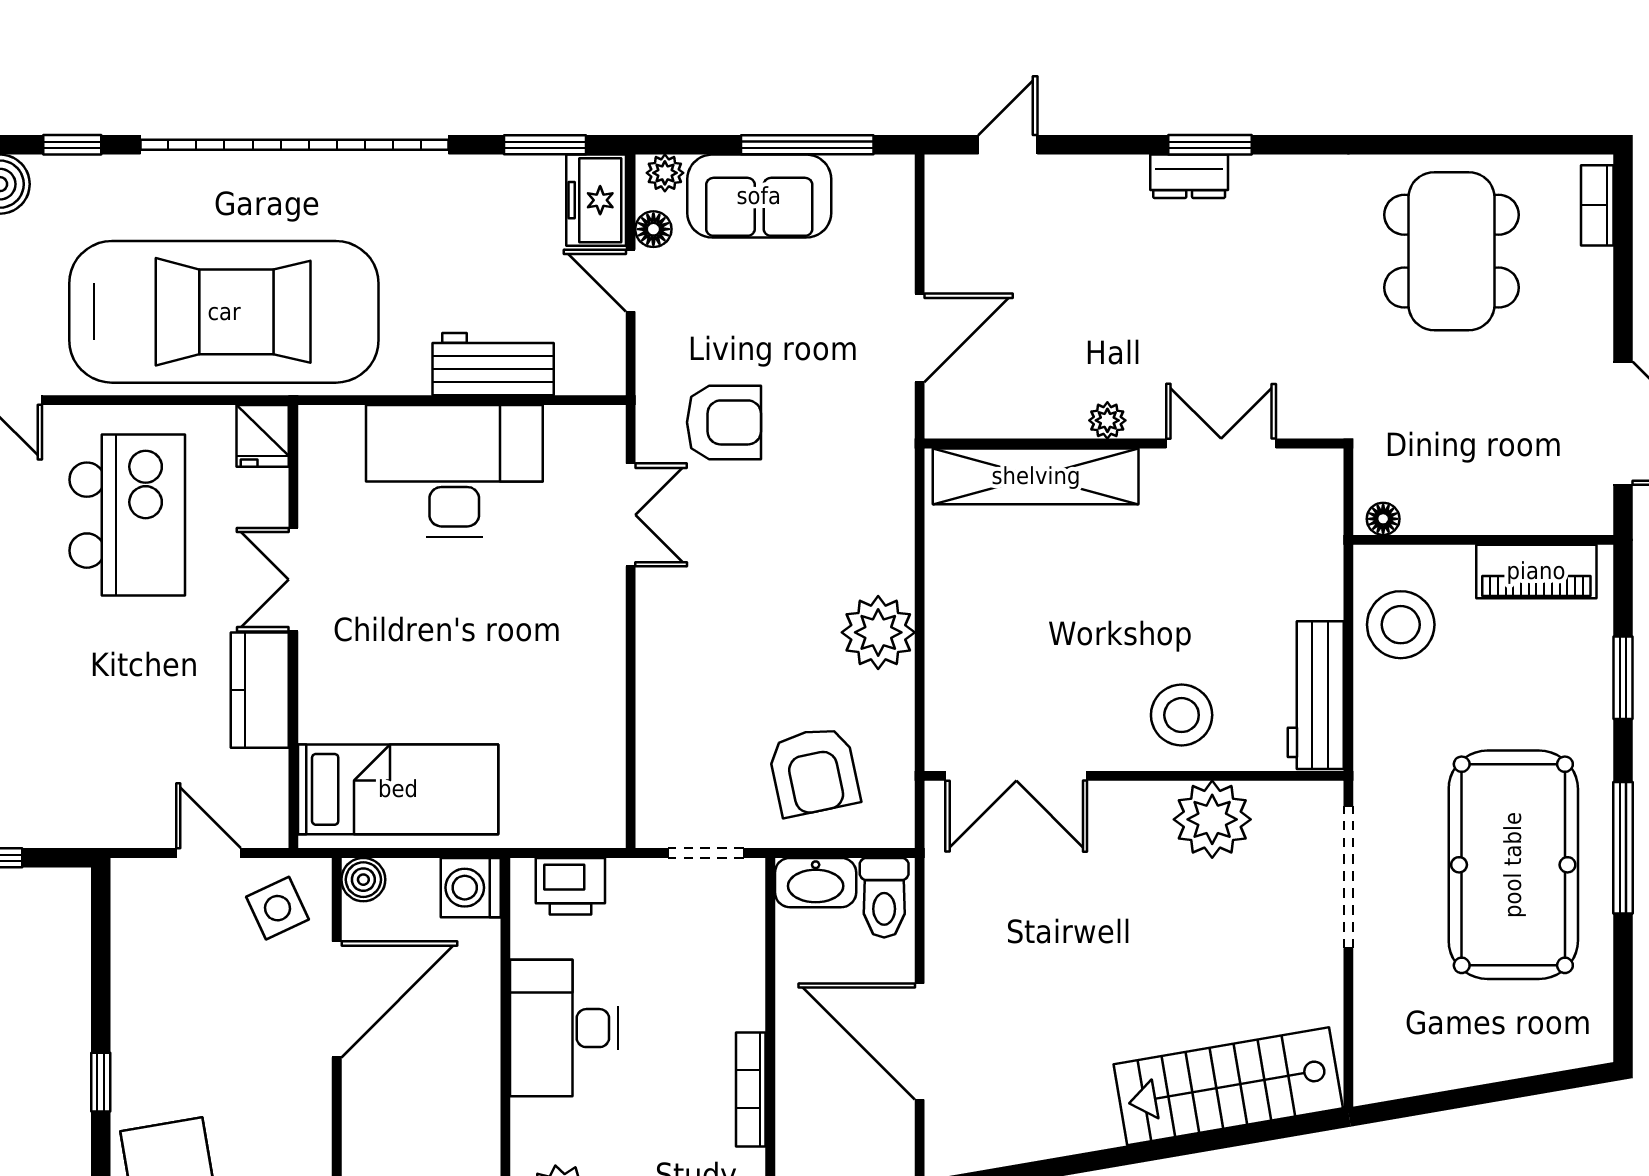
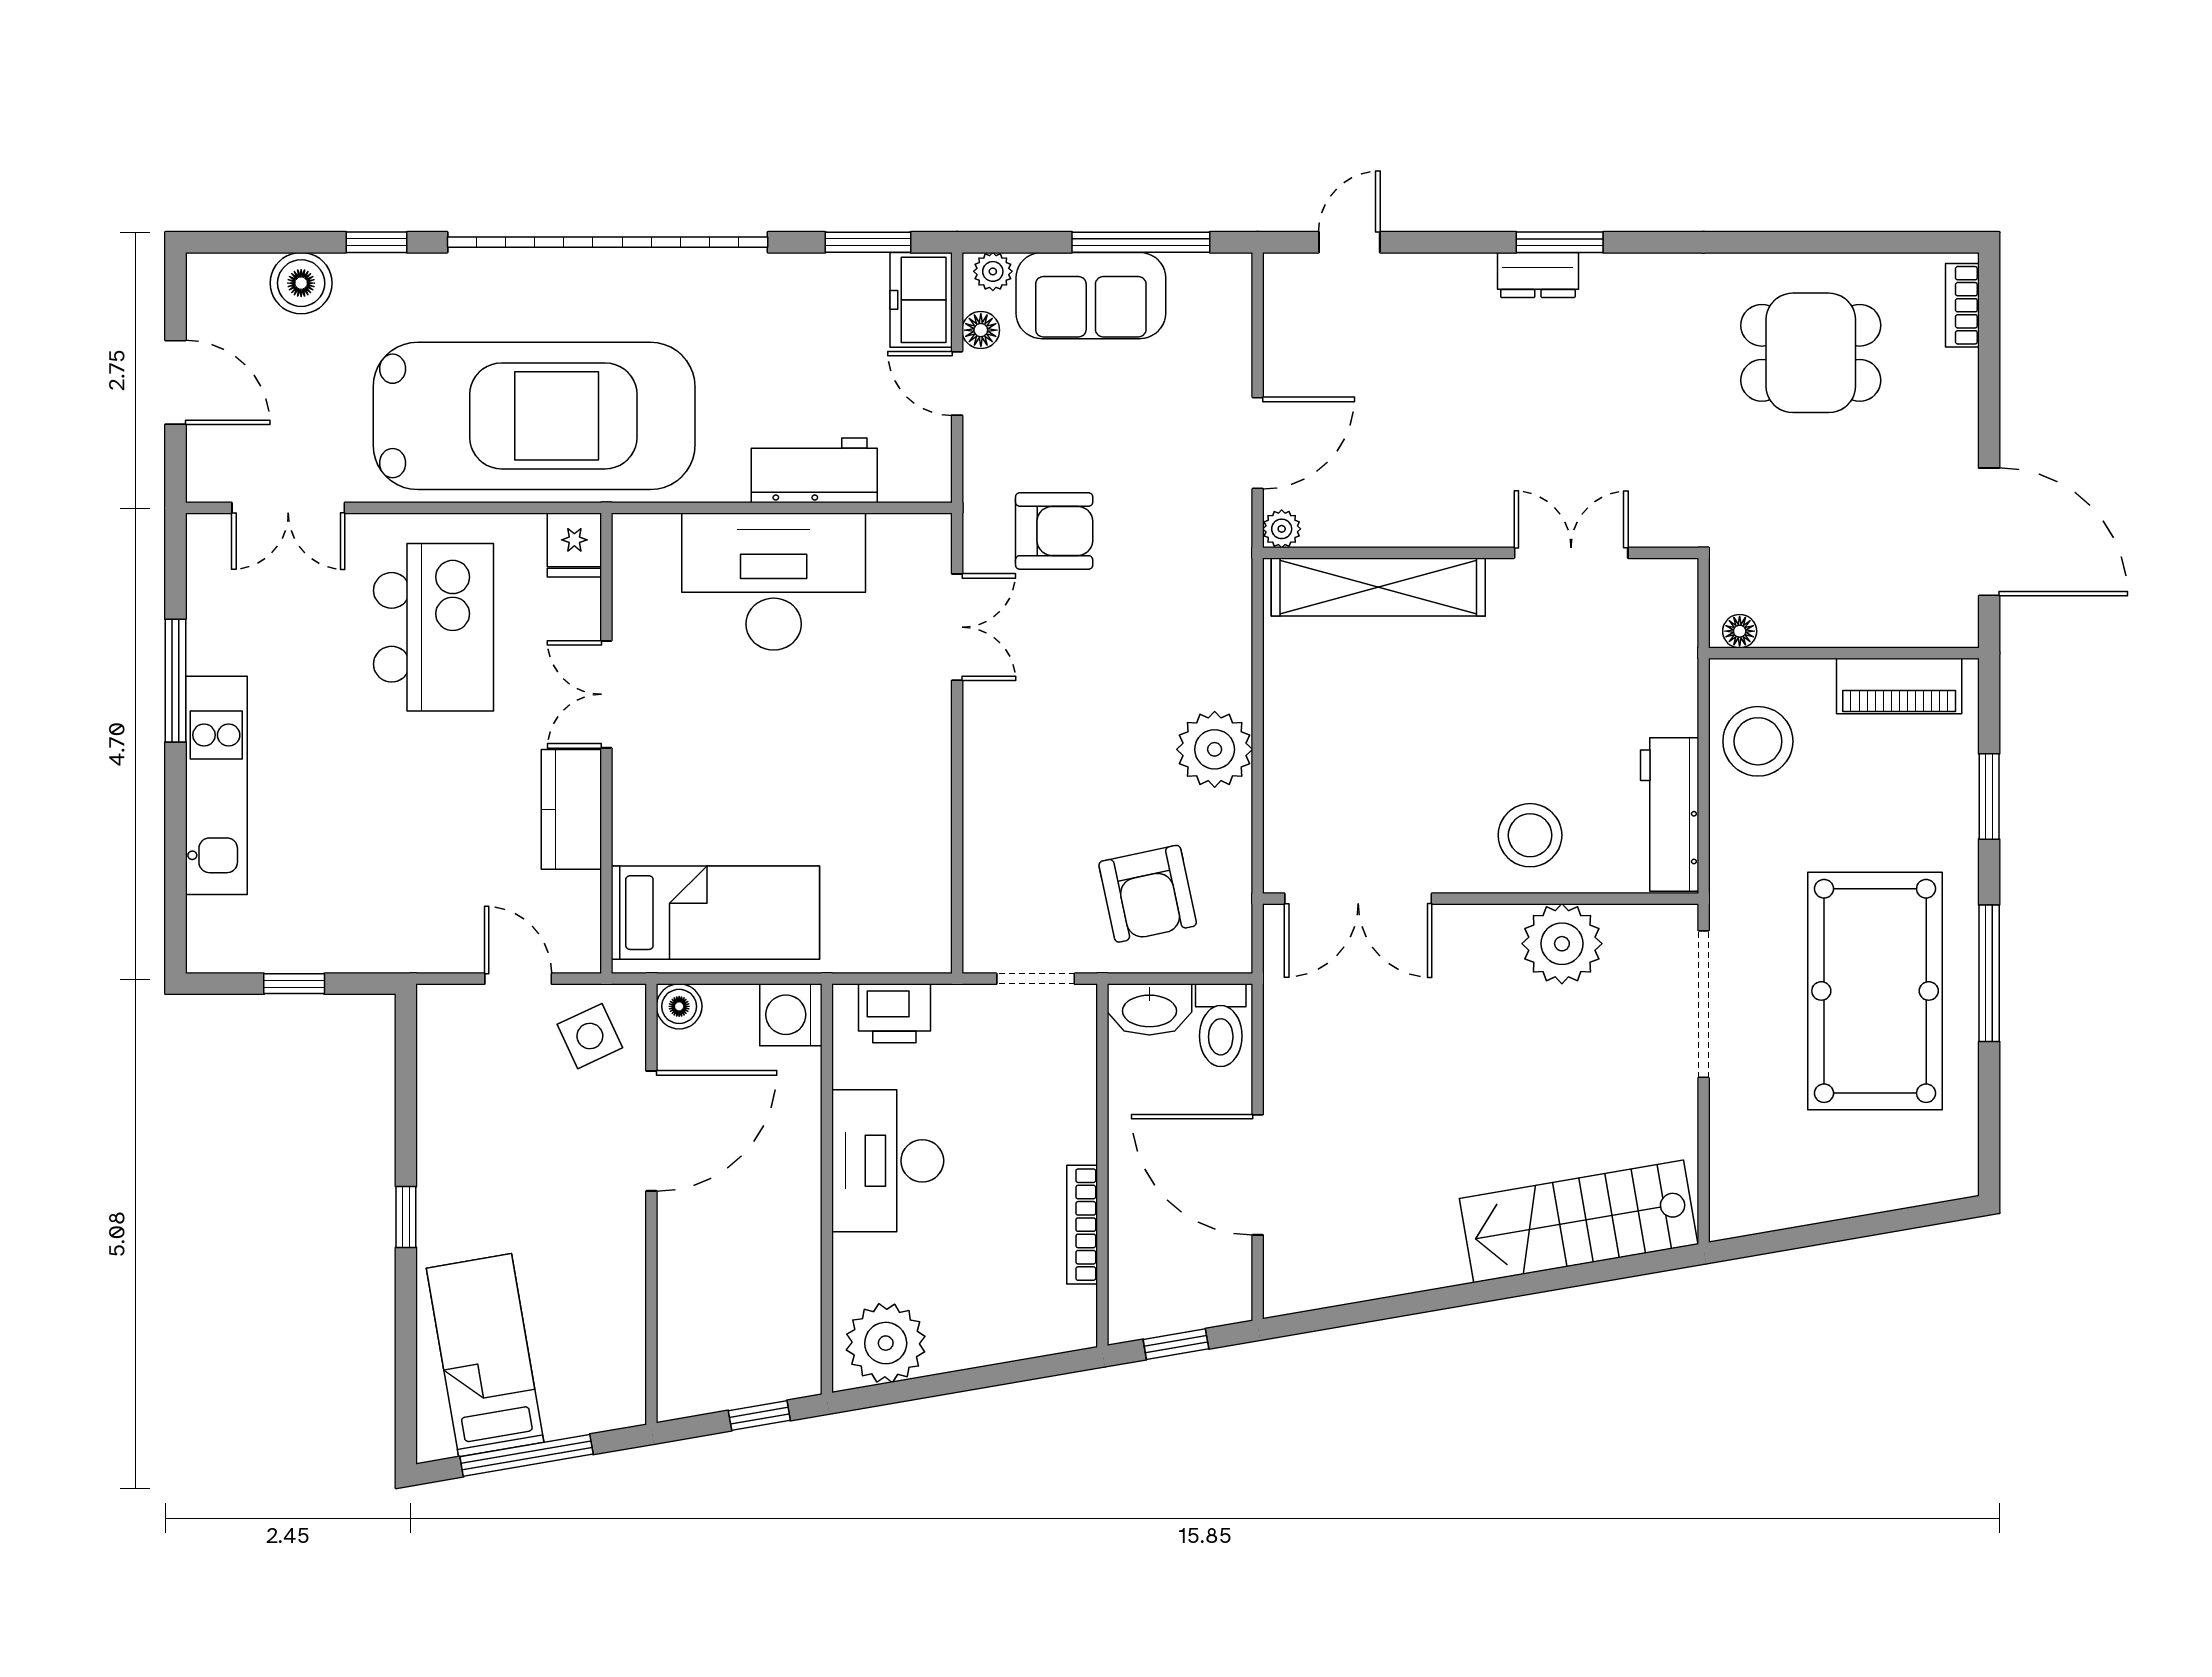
dining table: (1452, 251) -> (1811, 353), width x0.73
plant: (1107, 420) -> (1282, 529), moved

